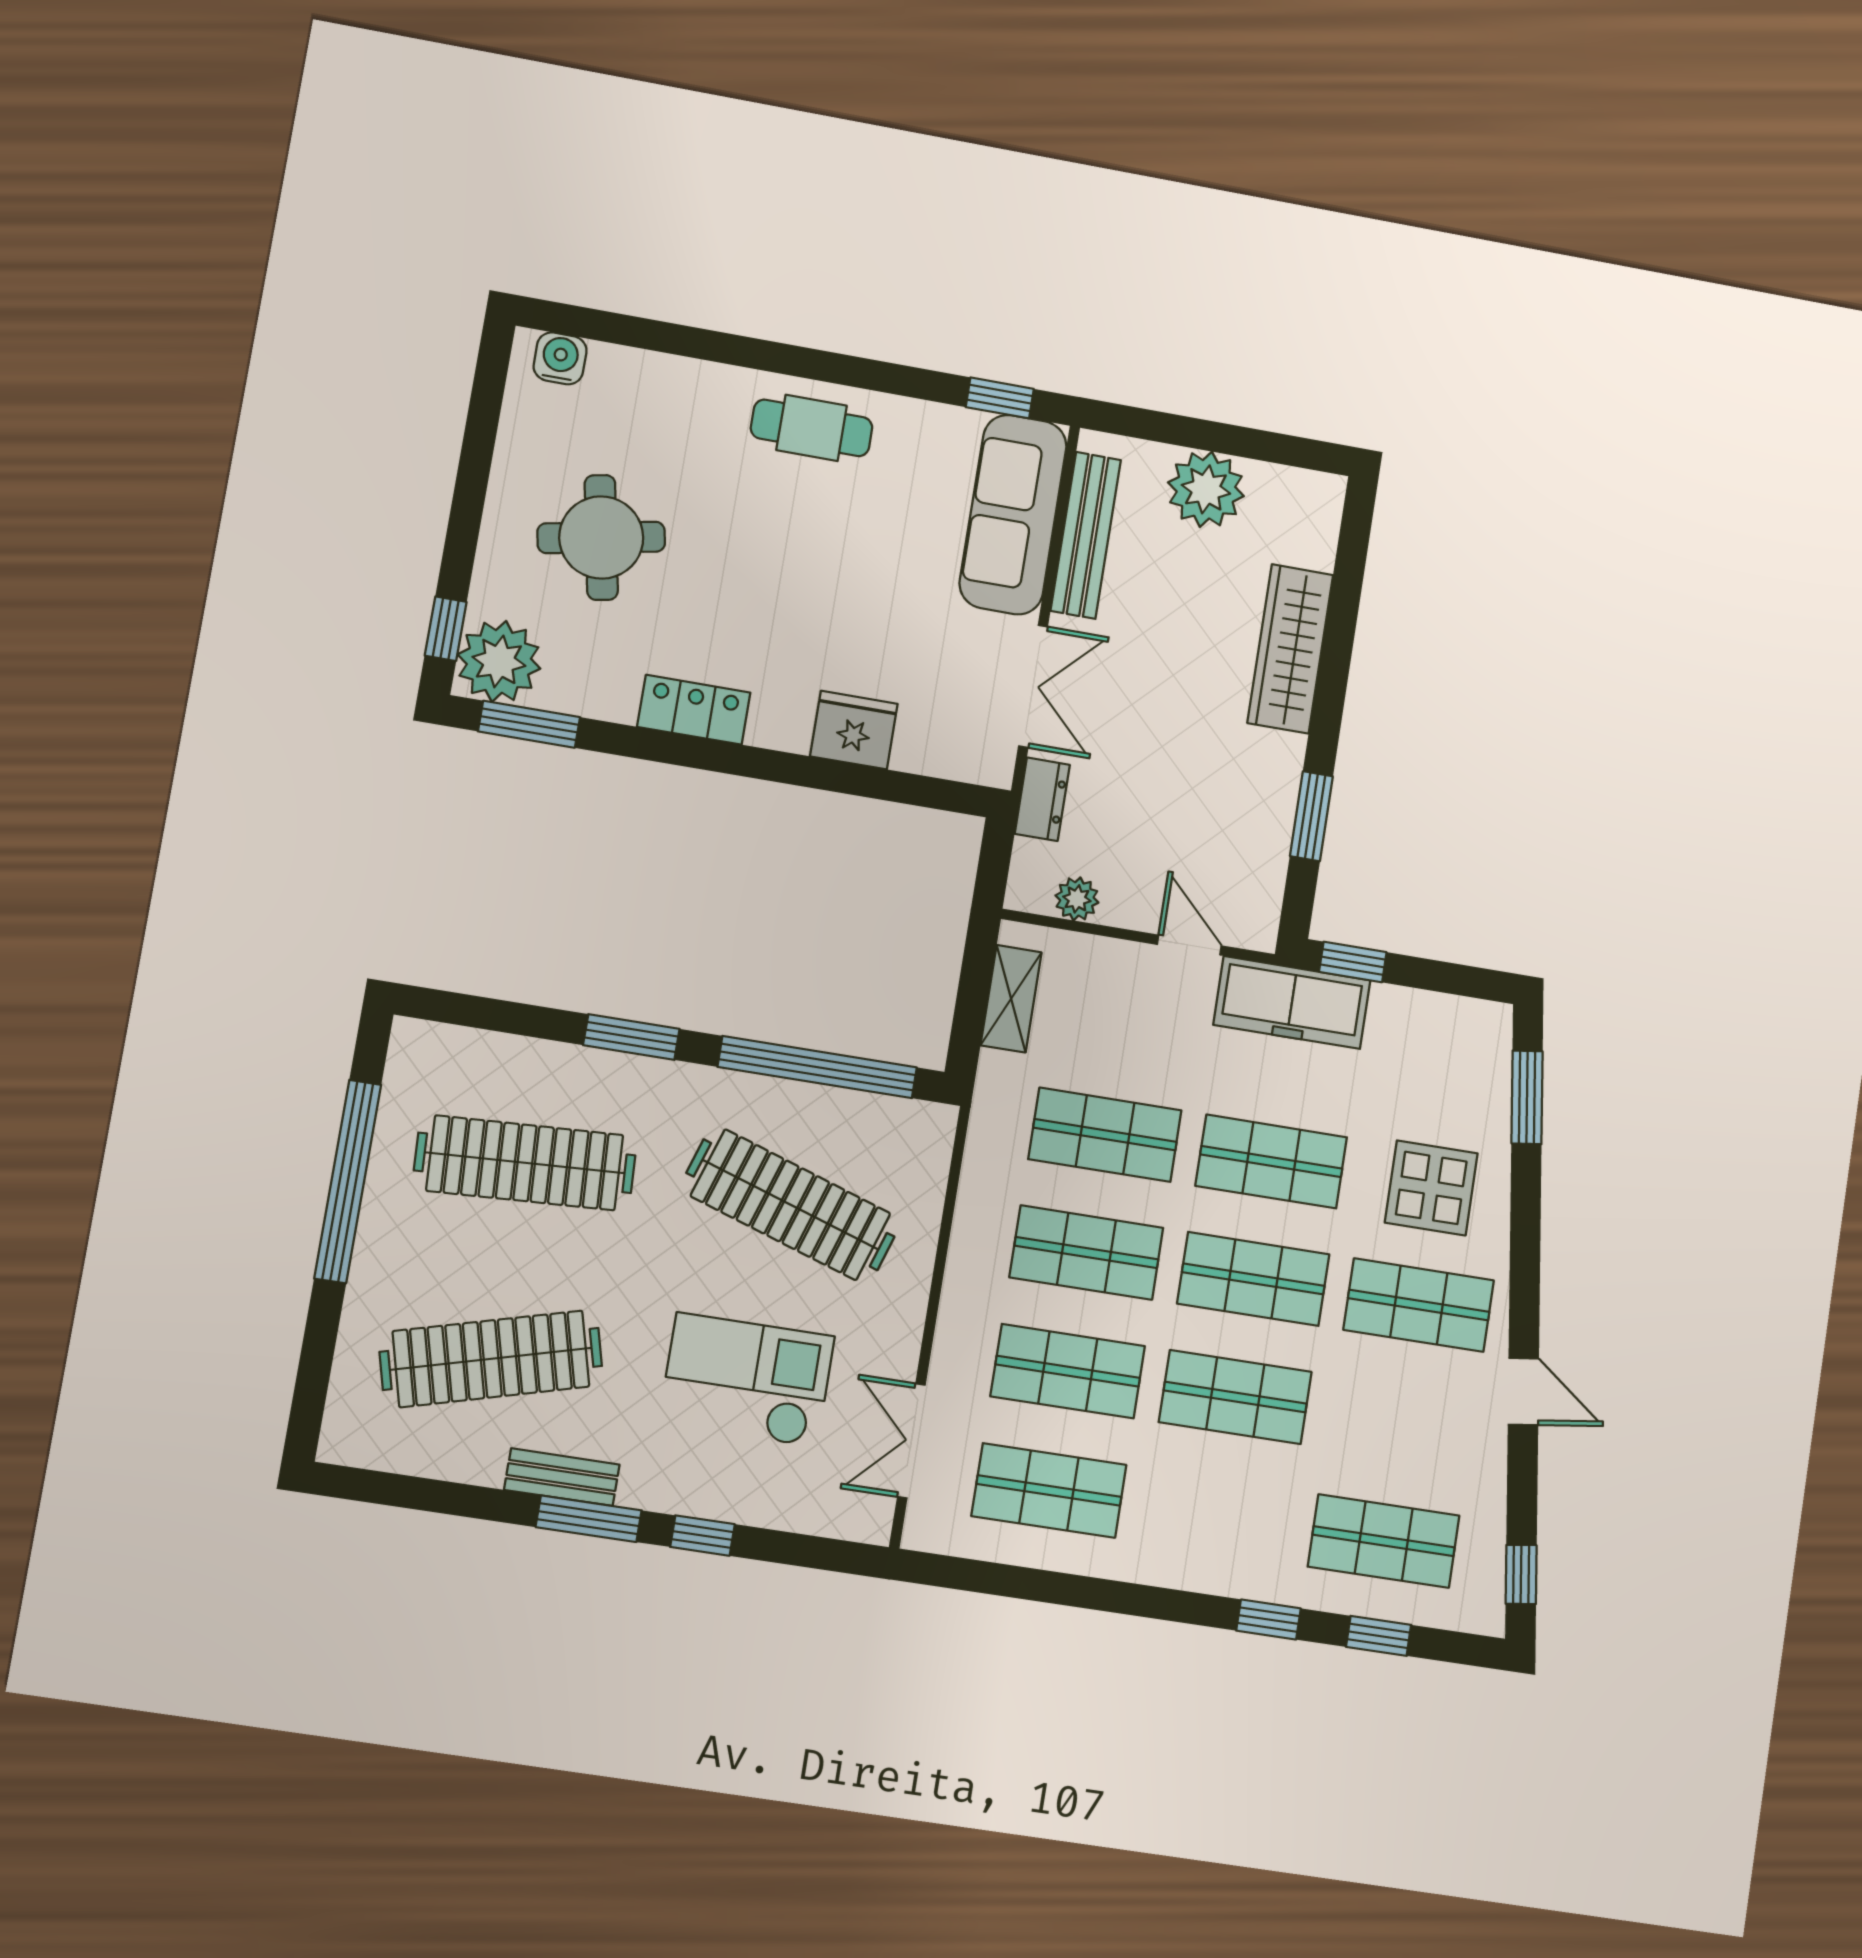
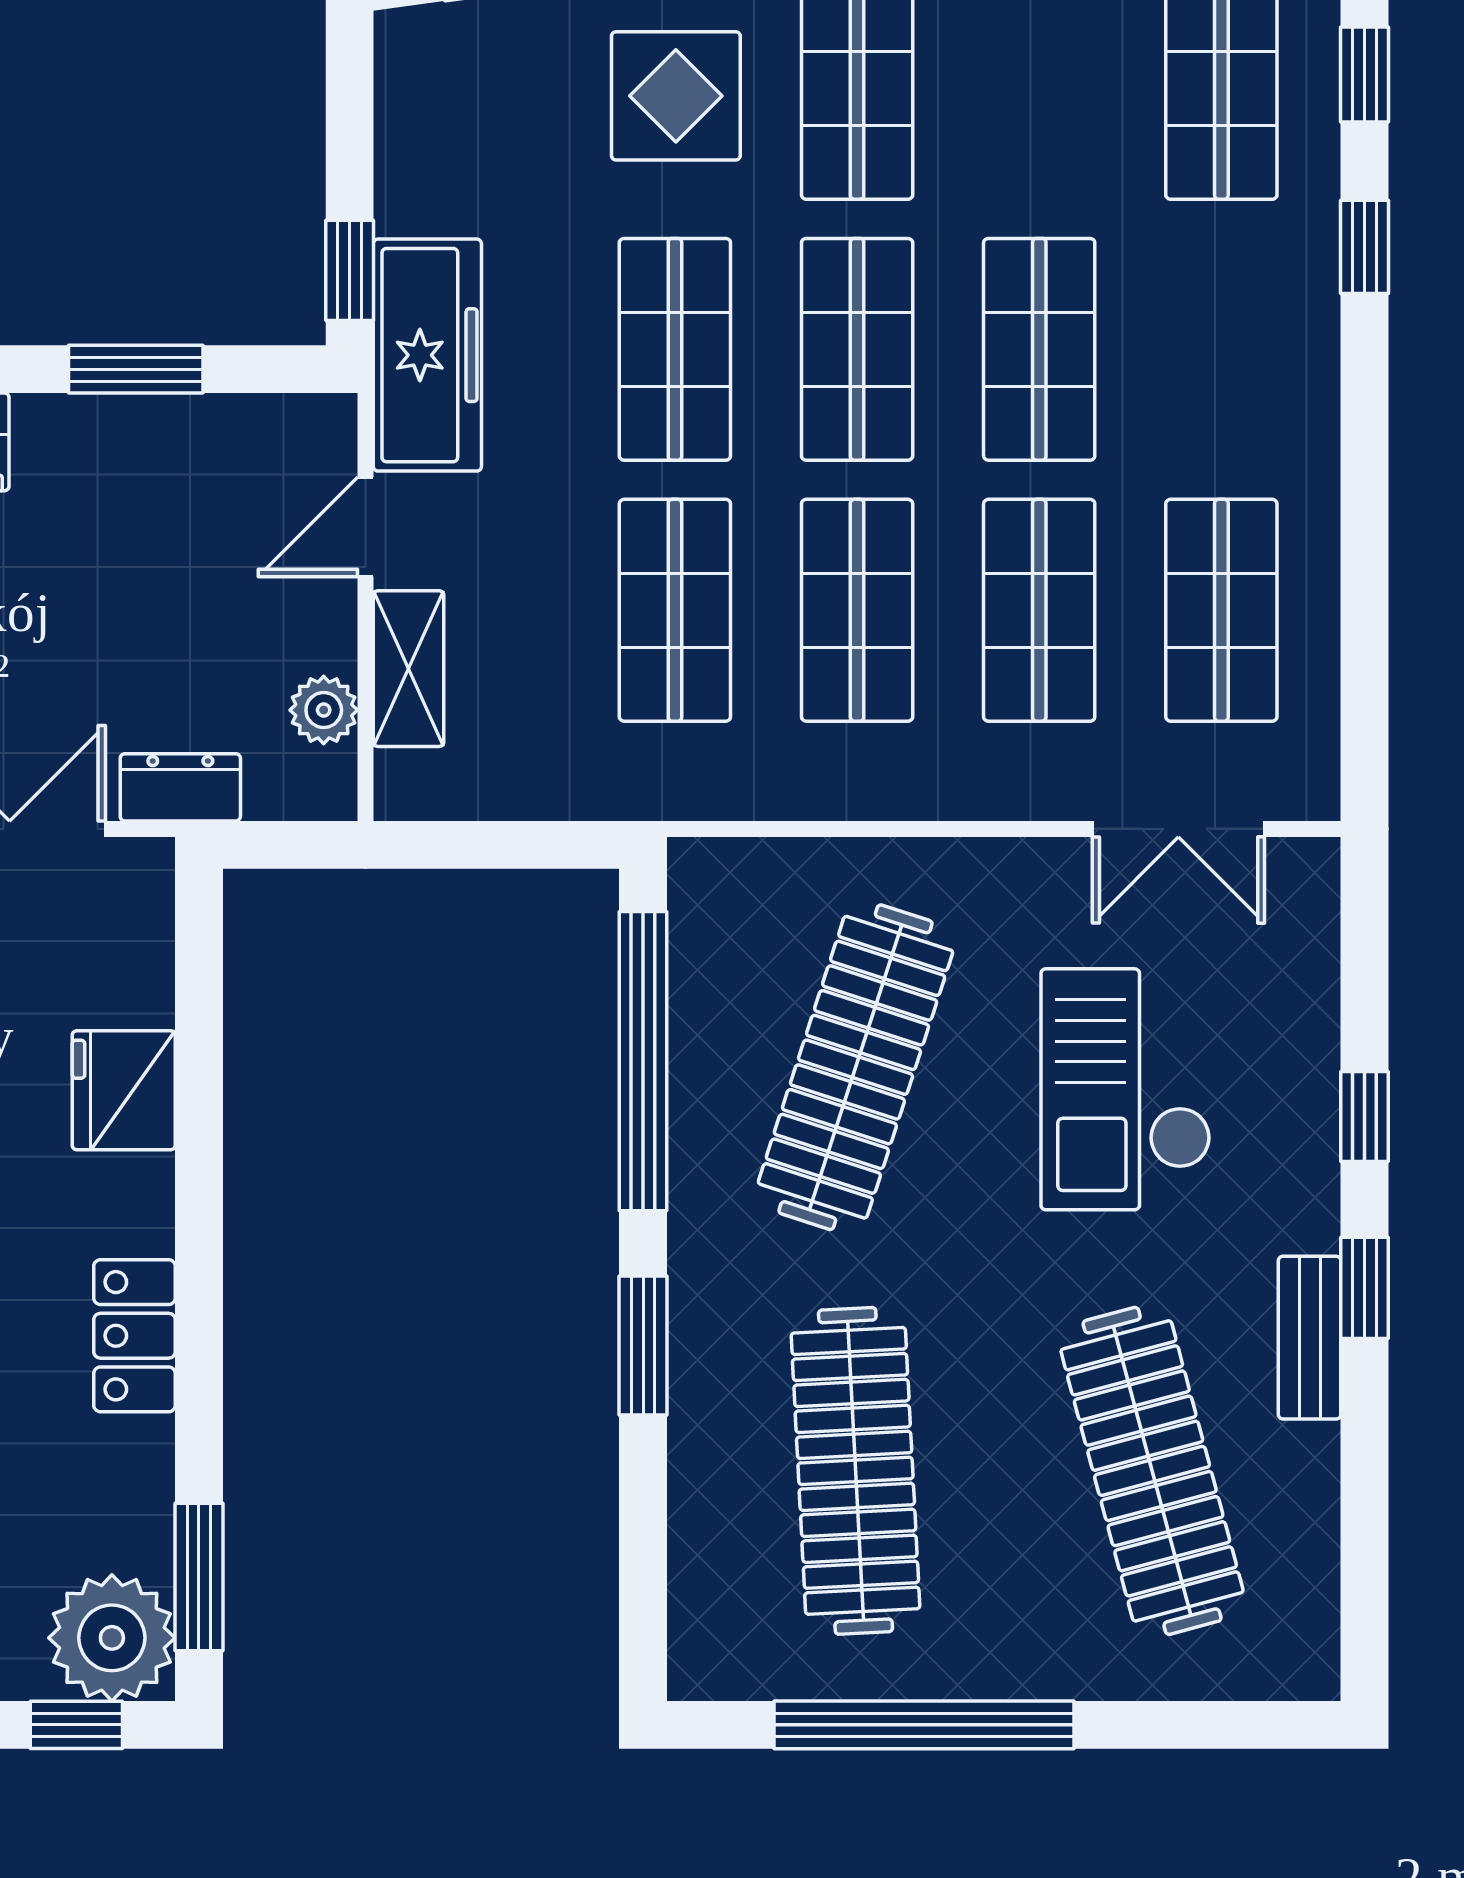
shelving: (1011, 999) -> (409, 669), moved, turned 90
window: (589, 1519) -> (1365, 1288), width x0.67

